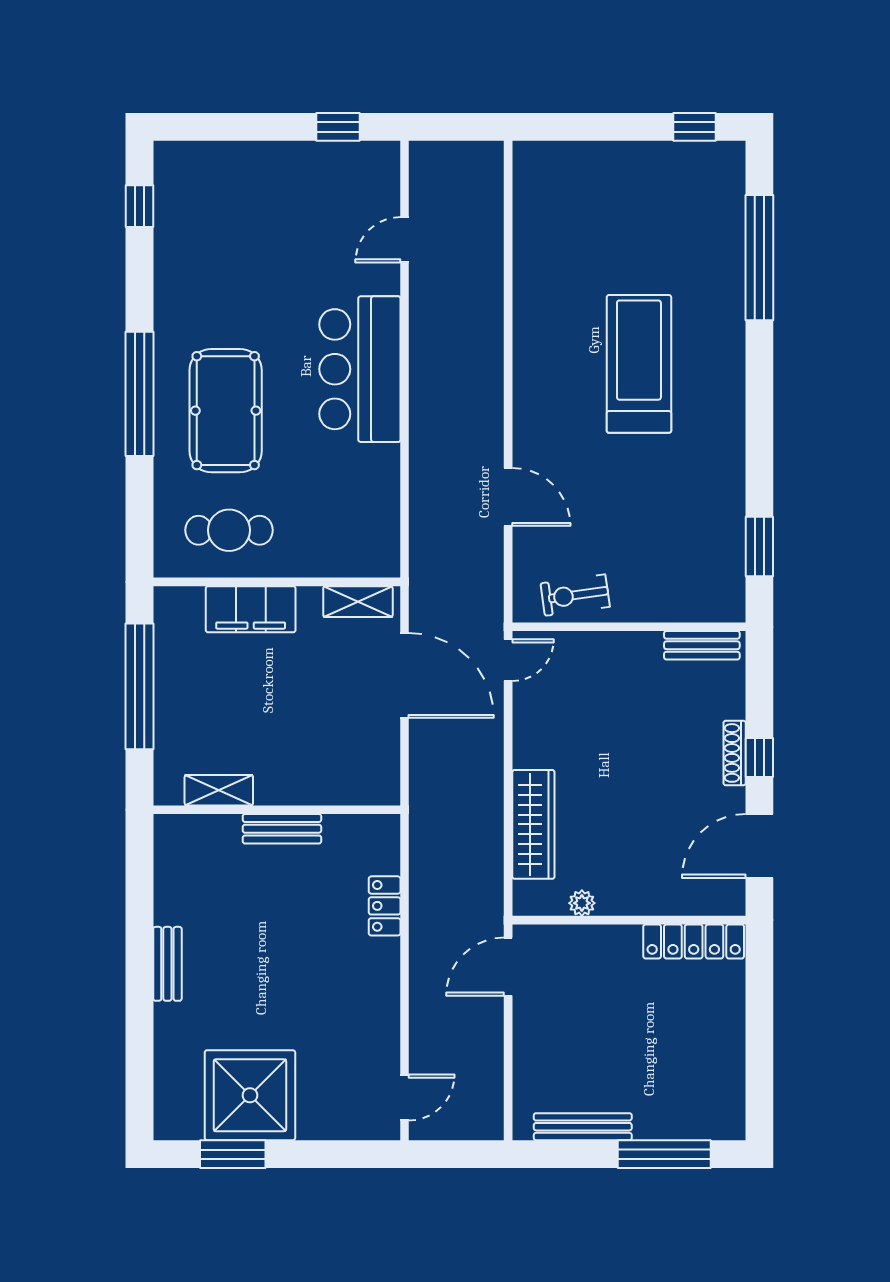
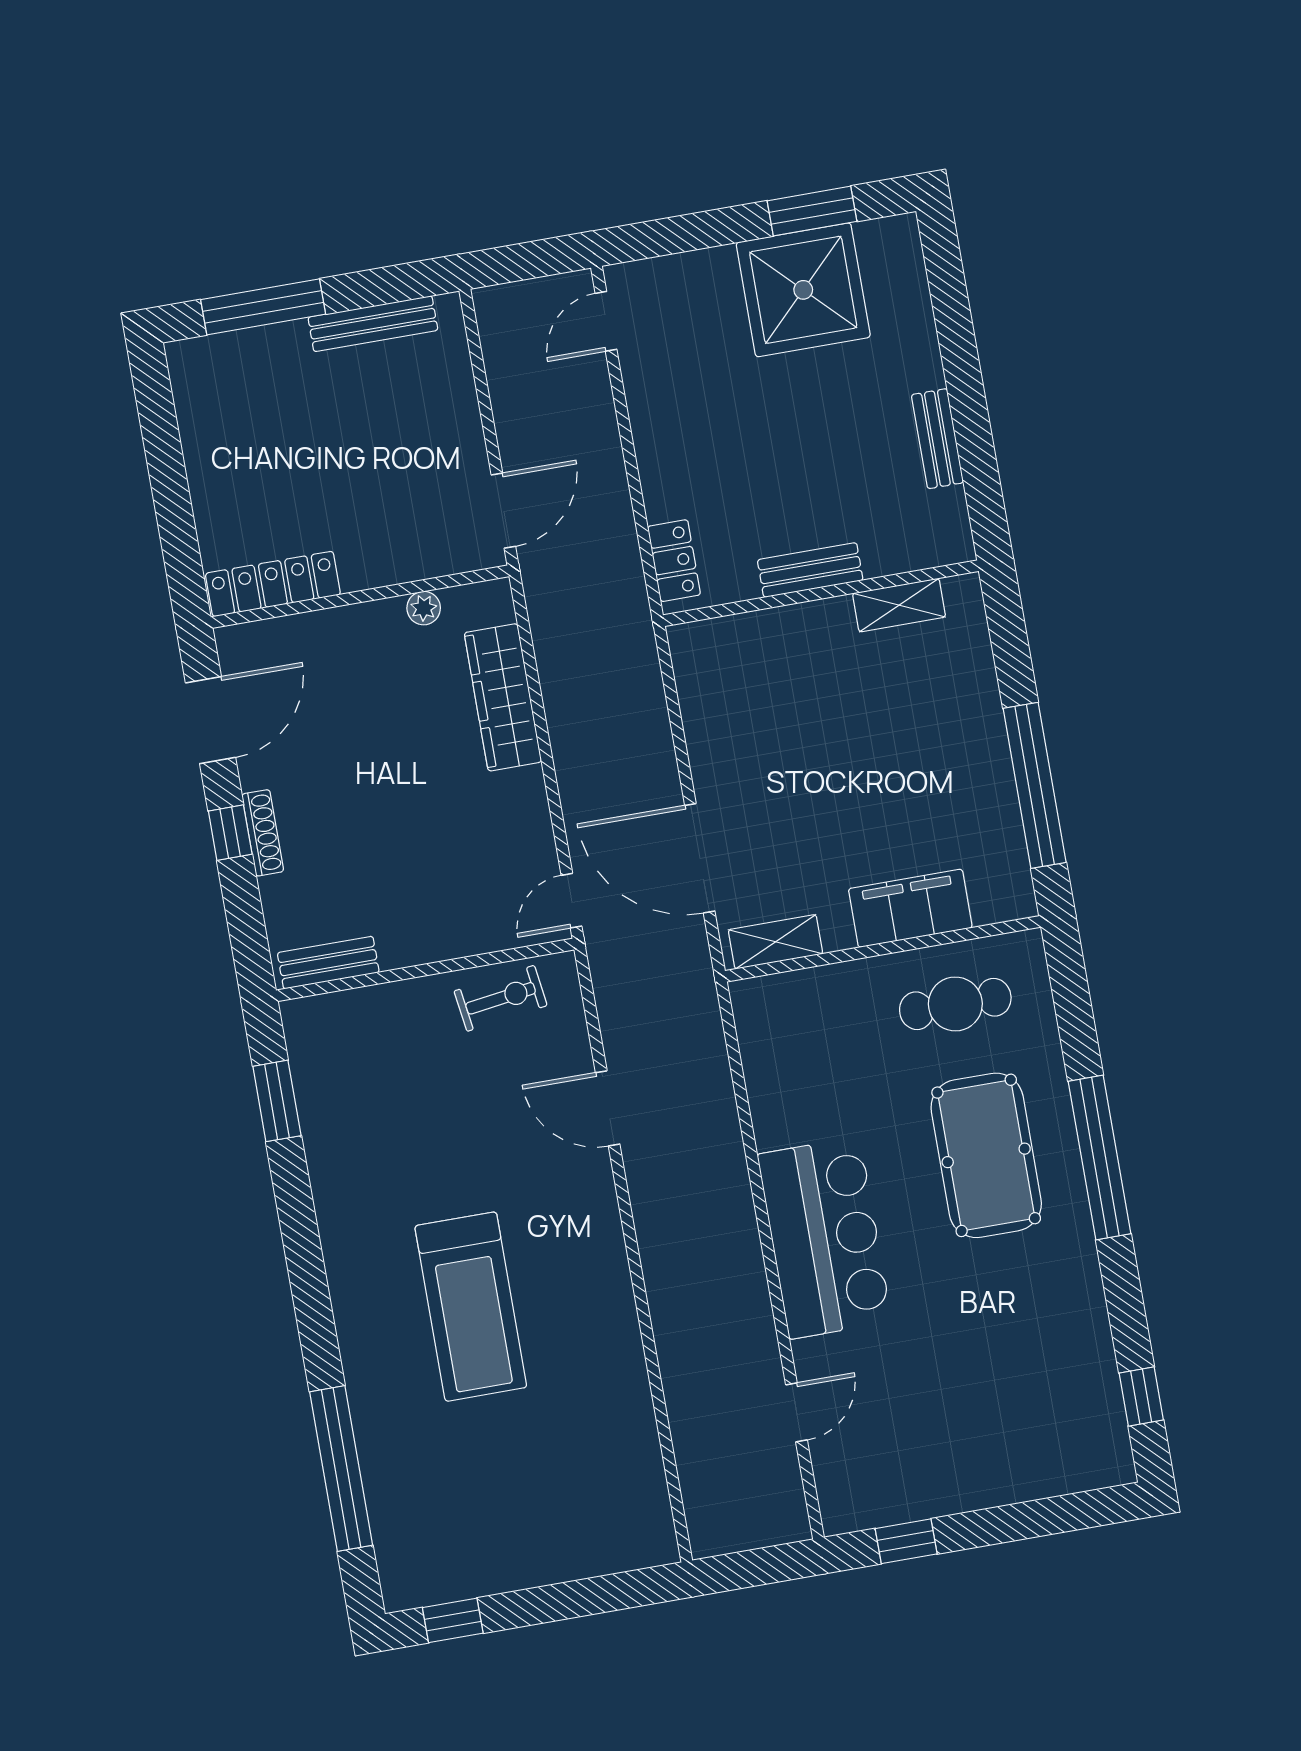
shelving: (219, 790) -> (899, 605), moved
wall: (277, 810) -> (821, 593), moved
bench: (282, 829) -> (810, 570), moved

